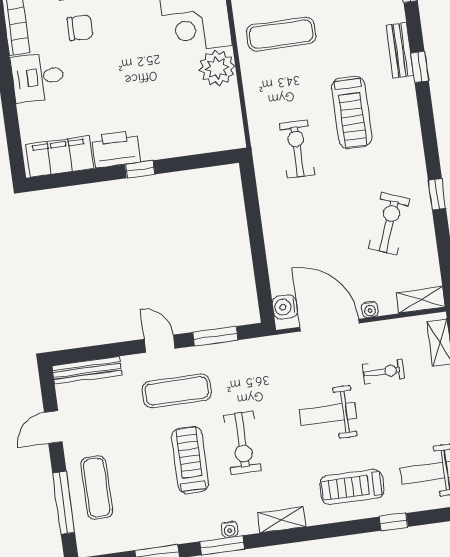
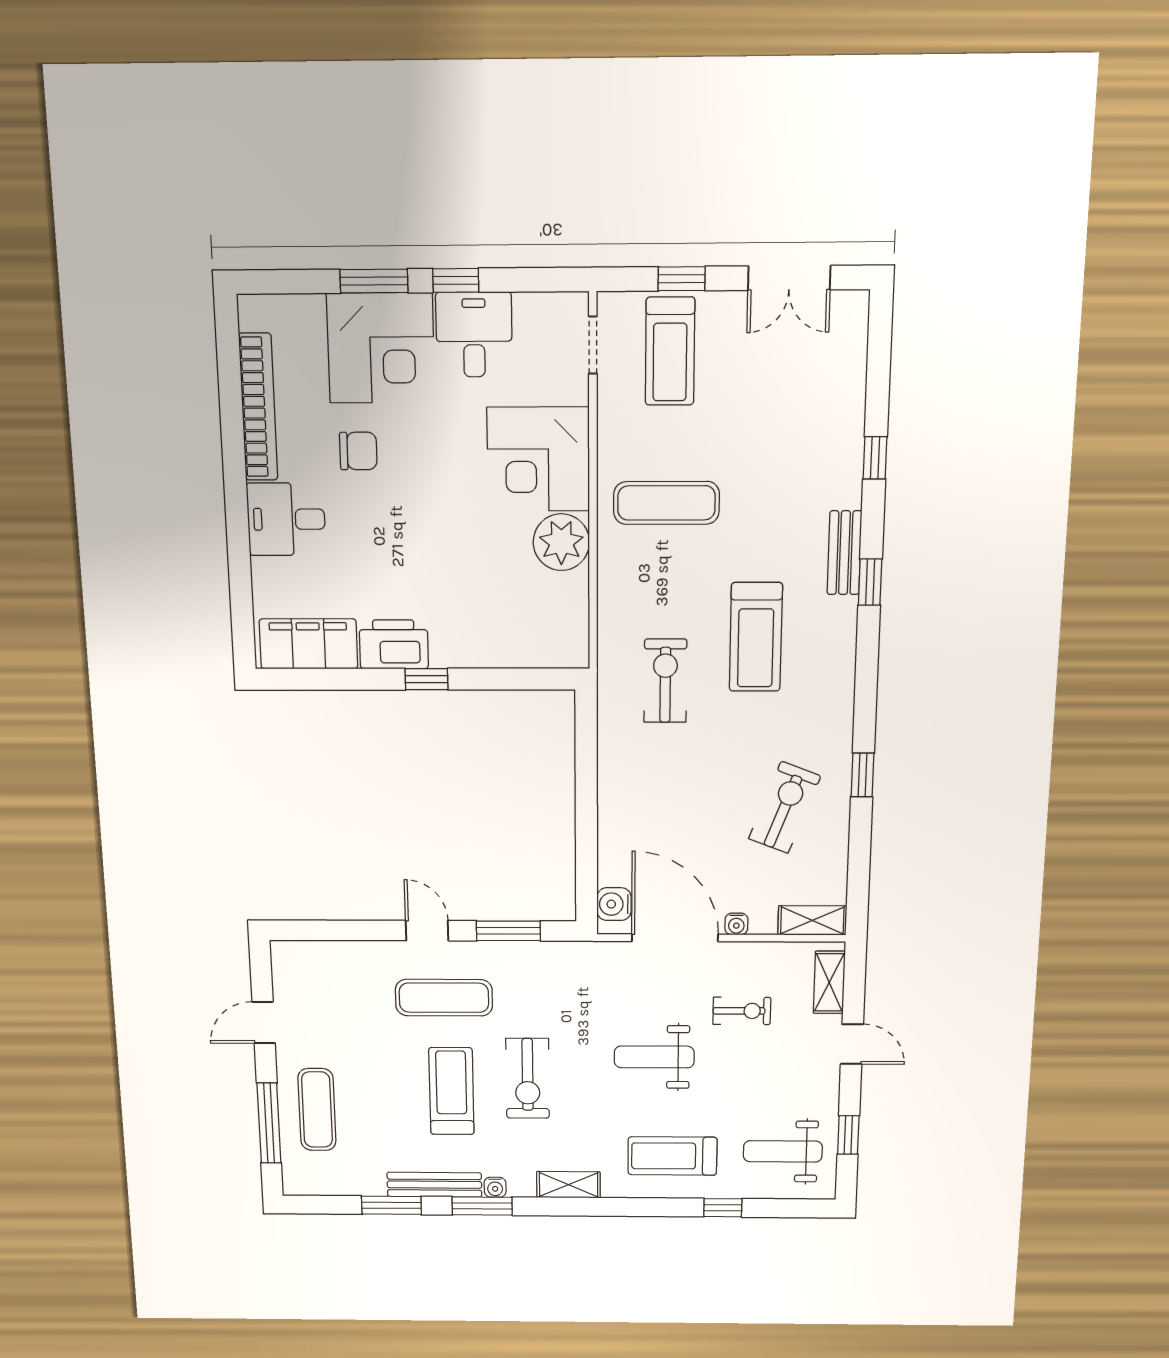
bench: (87, 370) -> (434, 1185), moved

